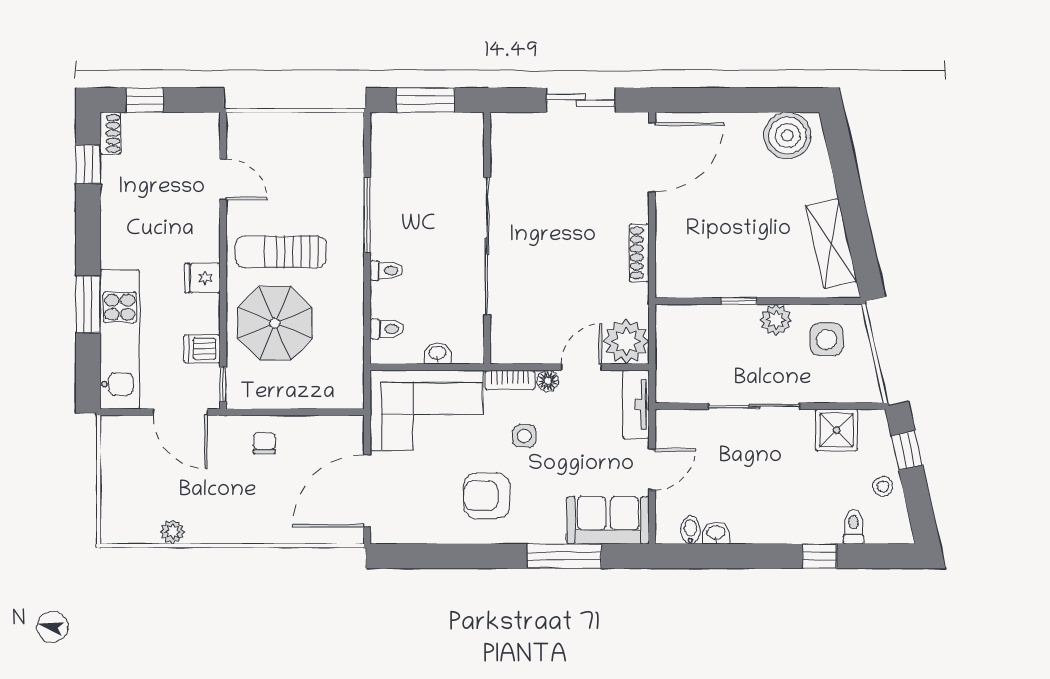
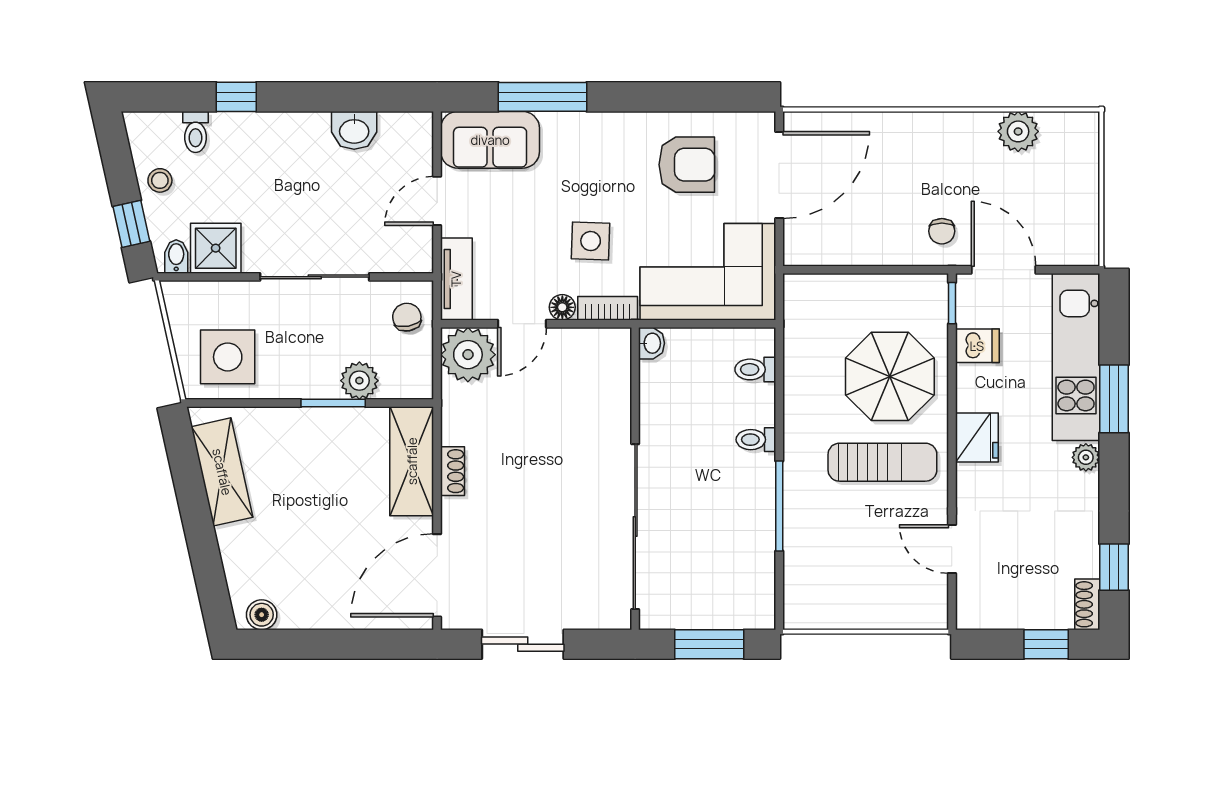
boiler: (787, 135) -> (262, 615), width x0.54, depth x0.54
sliding door: (487, 246) -> (635, 527), moved
shoe rack: (639, 253) -> (453, 471), width x0.70
shelving: (673, 253) -> (412, 461), added
plant: (112, 256) -> (1086, 457), added
fridge: (202, 278) -> (977, 438), width x1.38
window: (739, 301) -> (333, 403), width x1.50
plant: (776, 320) -> (359, 381), moved
side table: (827, 339) -> (228, 357), width x1.37, depth x1.37
washbasin: (438, 353) -> (652, 343), moved, turned -90
chair: (677, 373) -> (407, 317), added
side table: (524, 436) -> (591, 241), width x1.37, depth x1.37
chair: (264, 443) -> (942, 231), moved
armchair: (487, 496) -> (687, 165), moved
bidet: (690, 530) -> (176, 256), moved, turned 180
plant: (173, 532) -> (1018, 131), width x1.38, depth x1.38
washbasin: (716, 533) -> (354, 130), width x1.38, depth x1.45

